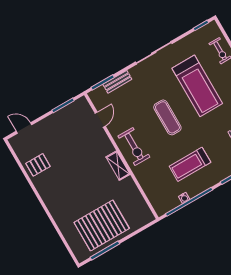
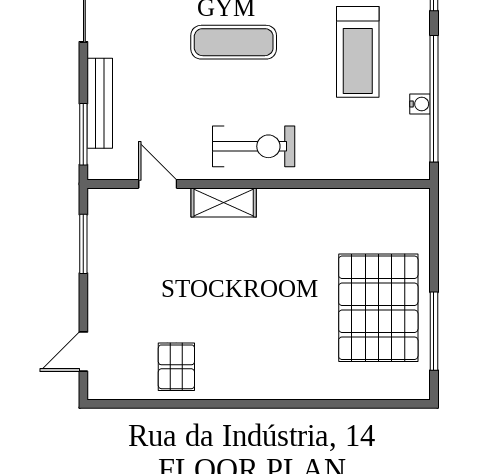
bench: (117, 82) -> (100, 103), width x1.36
shelving: (118, 166) -> (224, 202), moved

